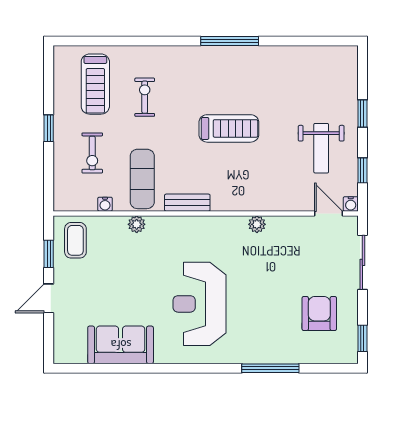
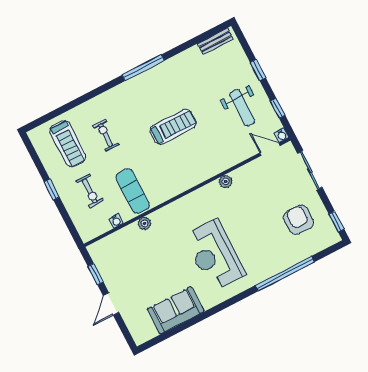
bench: (187, 203) -> (215, 41), moved
coffee table: (75, 240) -> (109, 256), removed
window: (270, 368) -> (285, 274), width x1.46

